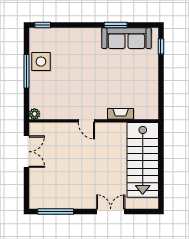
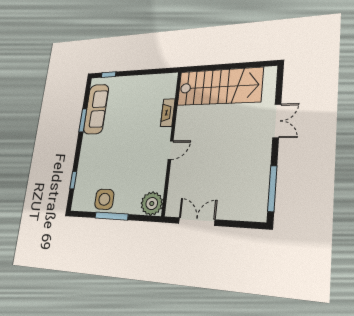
window: (43, 25) -> (73, 180), moved
plant: (34, 114) -> (152, 203), width x1.87, depth x1.87
double door: (111, 212) -> (277, 121), swing flipped

